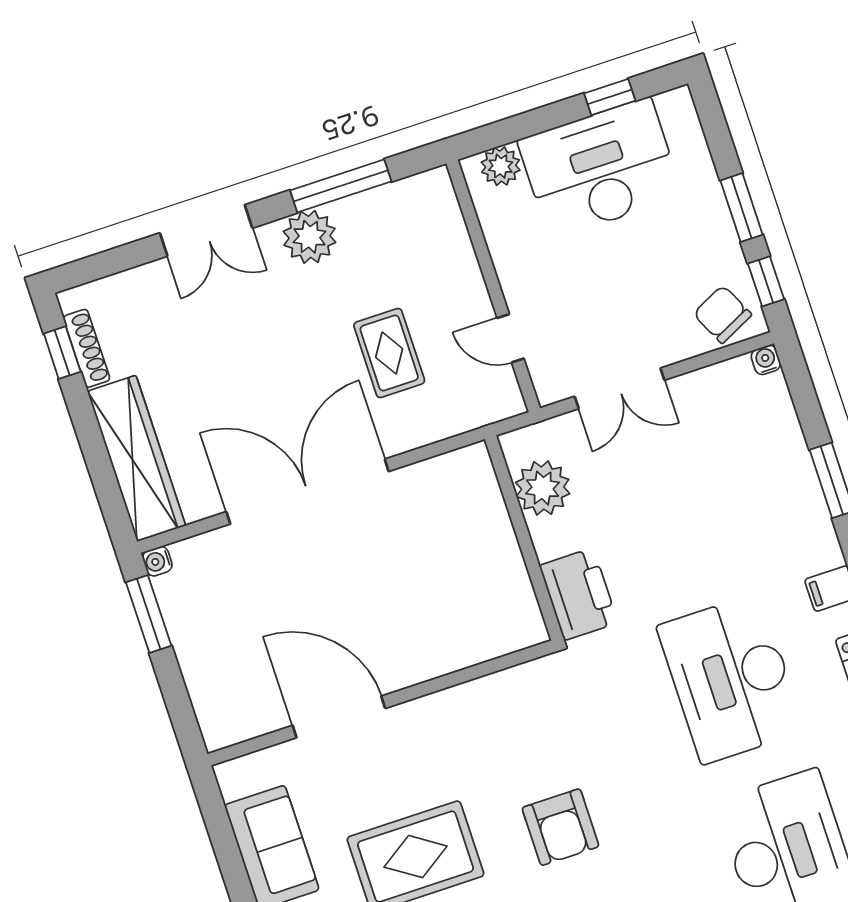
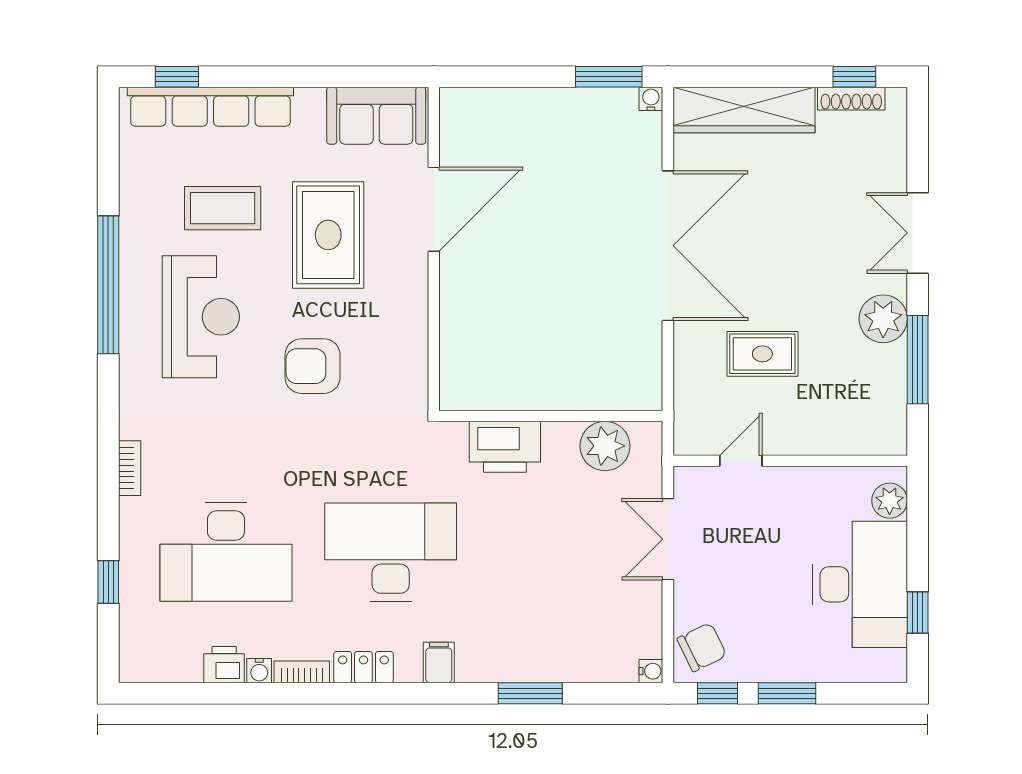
wall: (381, 703) -> (434, 249), moved
door: (339, 717) -> (434, 209), moved

